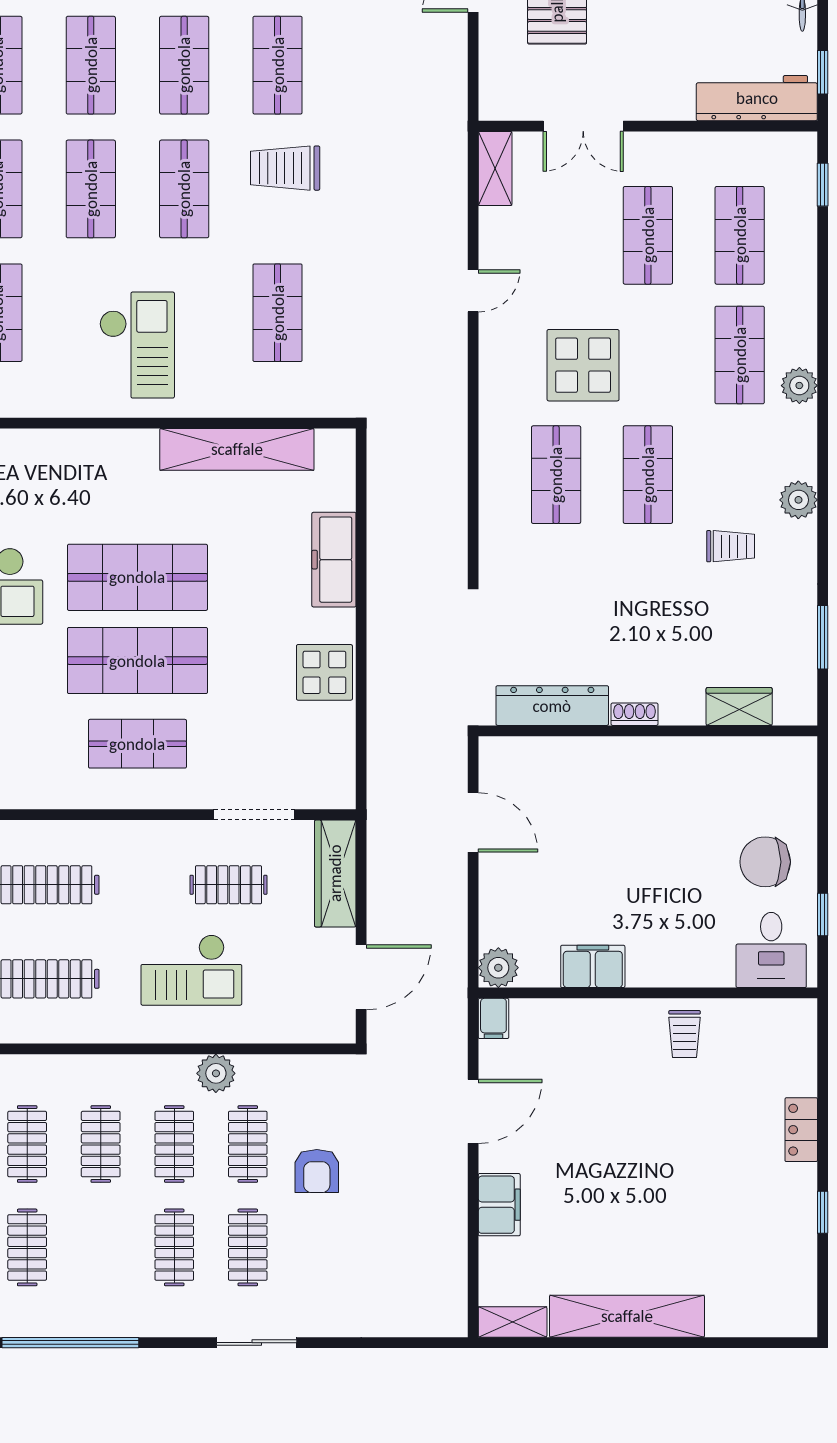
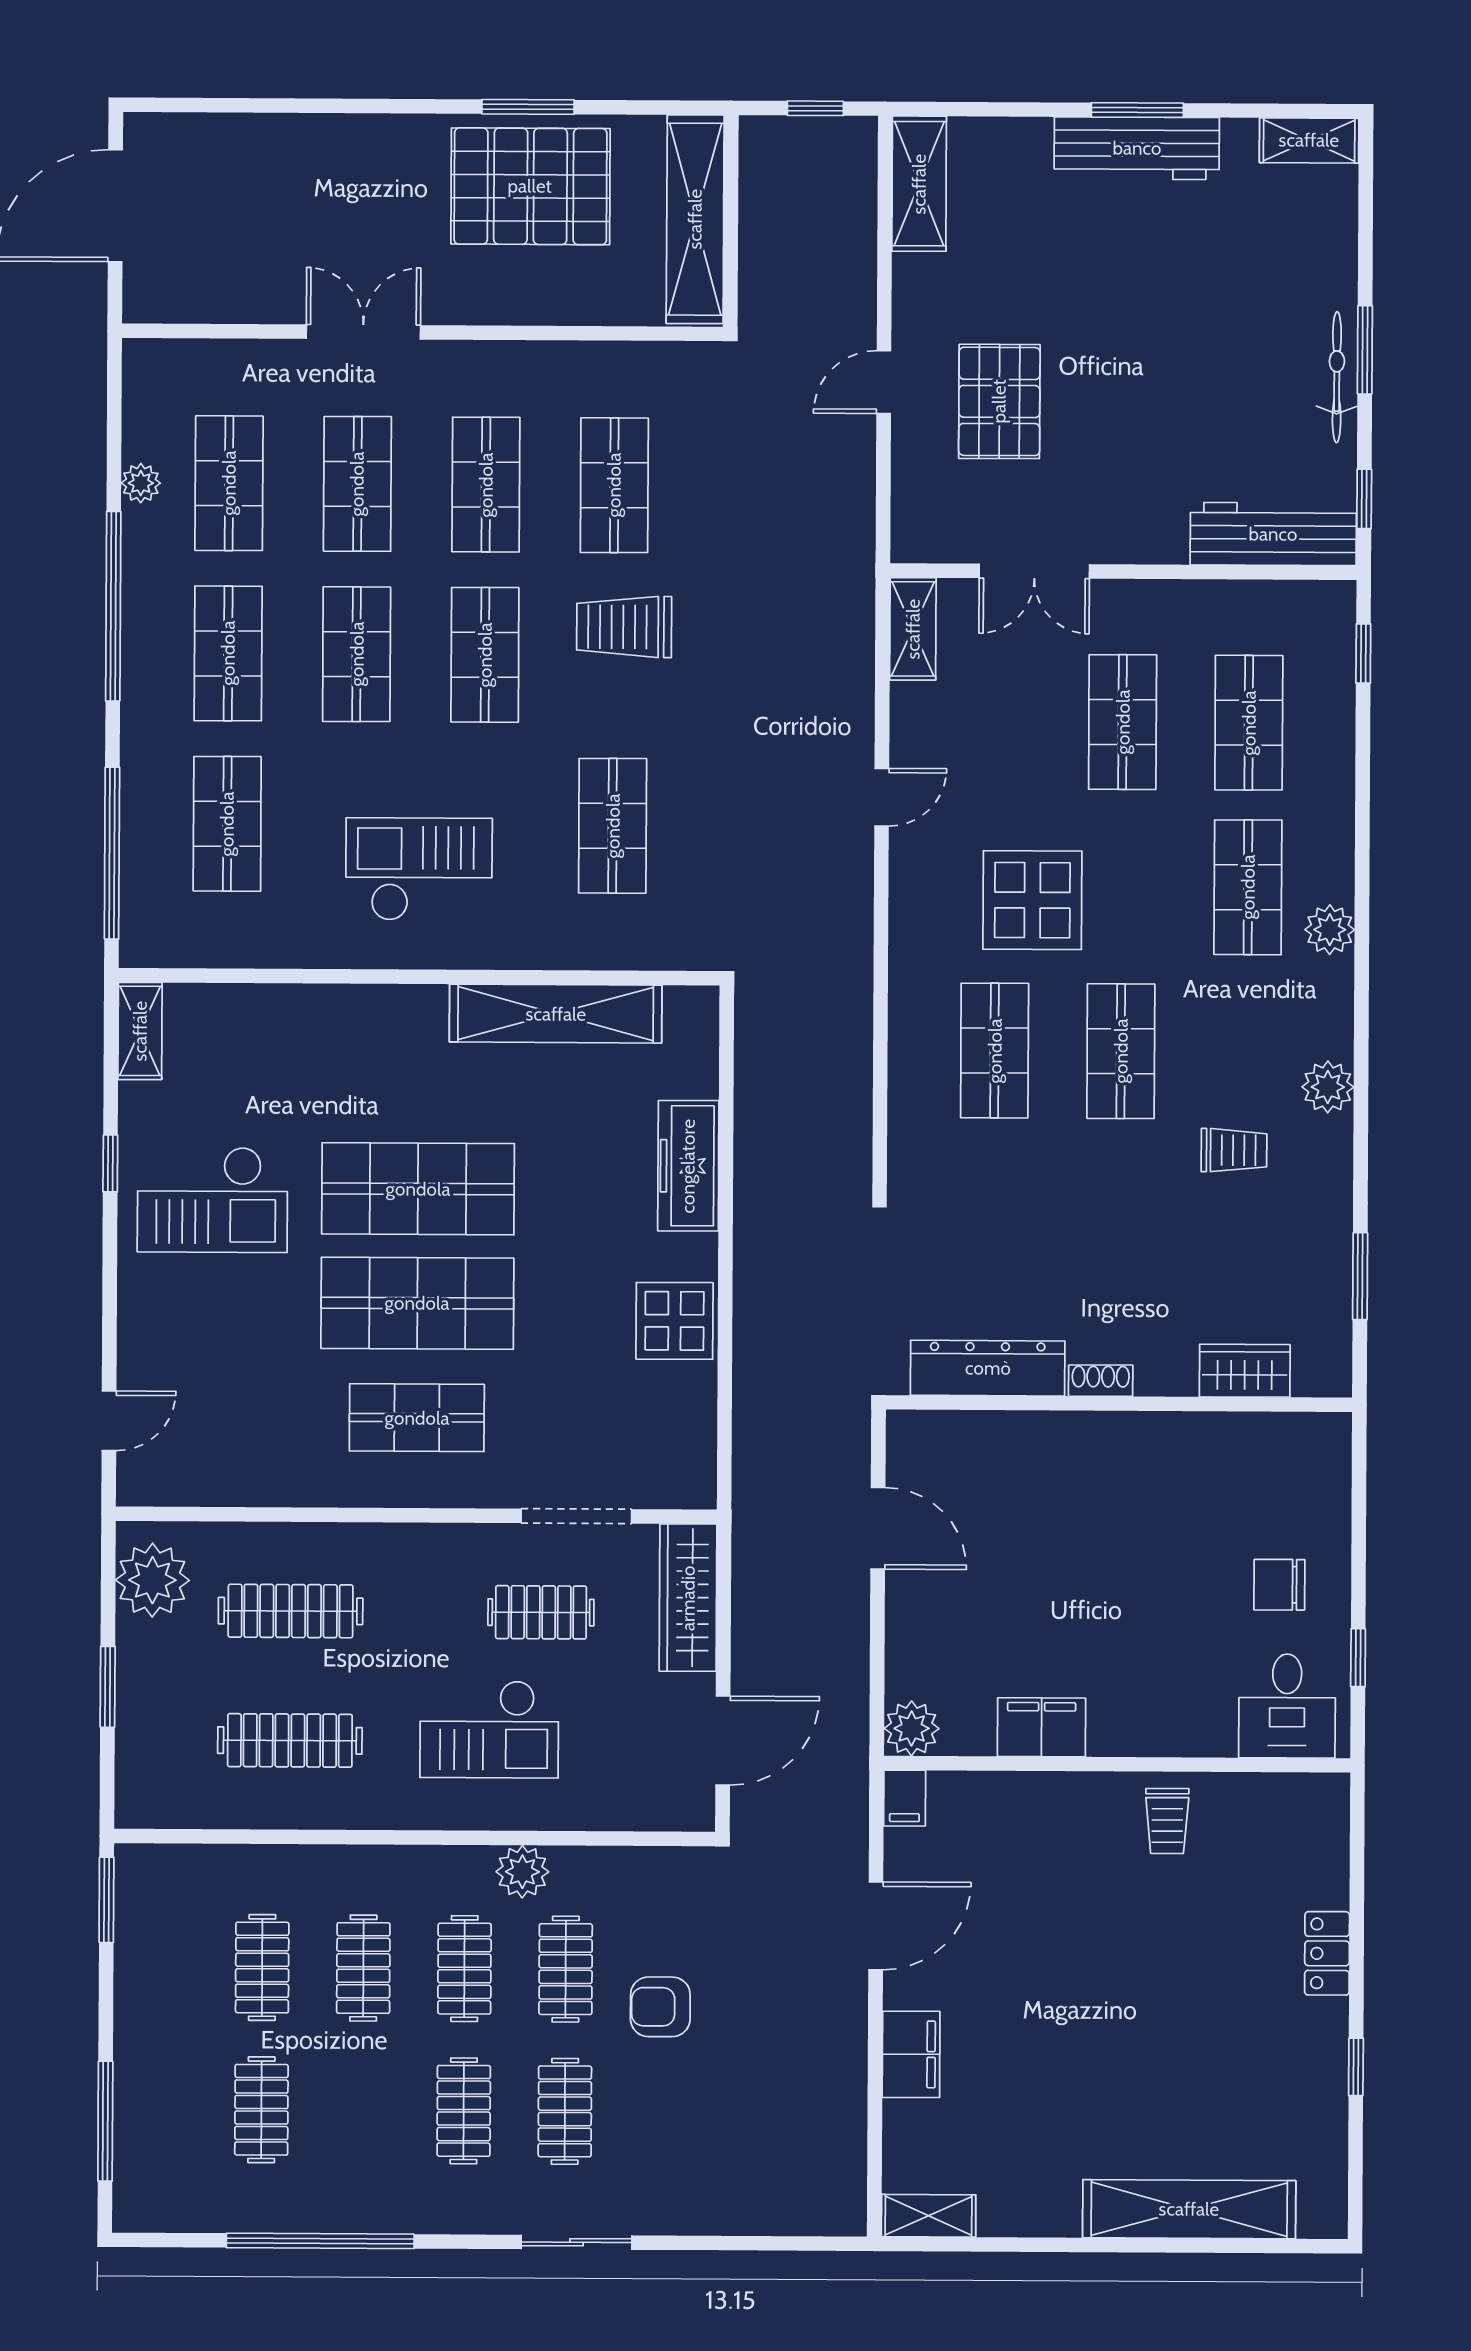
checkout: (137, 345) -> (419, 869), turned -90
chair: (765, 862) -> (1279, 1585), width x0.73, depth x0.73
armchair: (317, 1171) -> (660, 2007), turned 90
shelving: (627, 1316) -> (1189, 2209), moved

